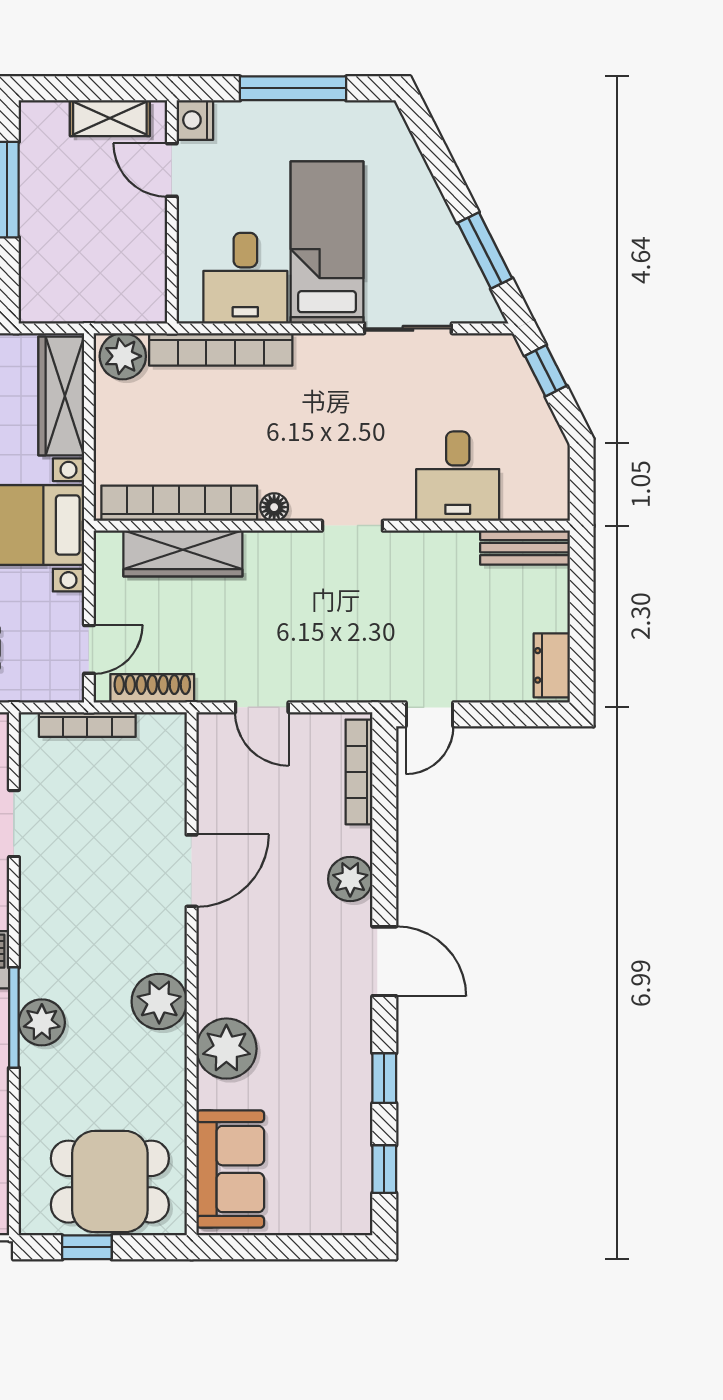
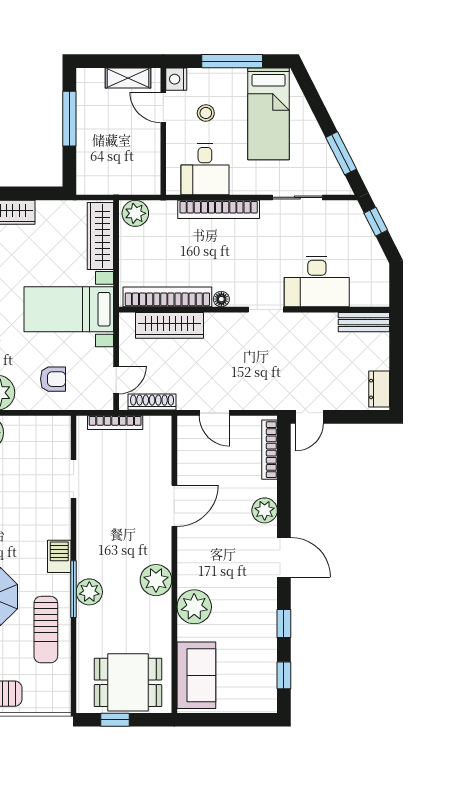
stool: (247, 180) -> (206, 113), added
bed: (327, 243) -> (268, 114), moved, turned 180
bookcase: (221, 349) -> (219, 209), moved
desk: (458, 476) -> (317, 282), width x1.37

